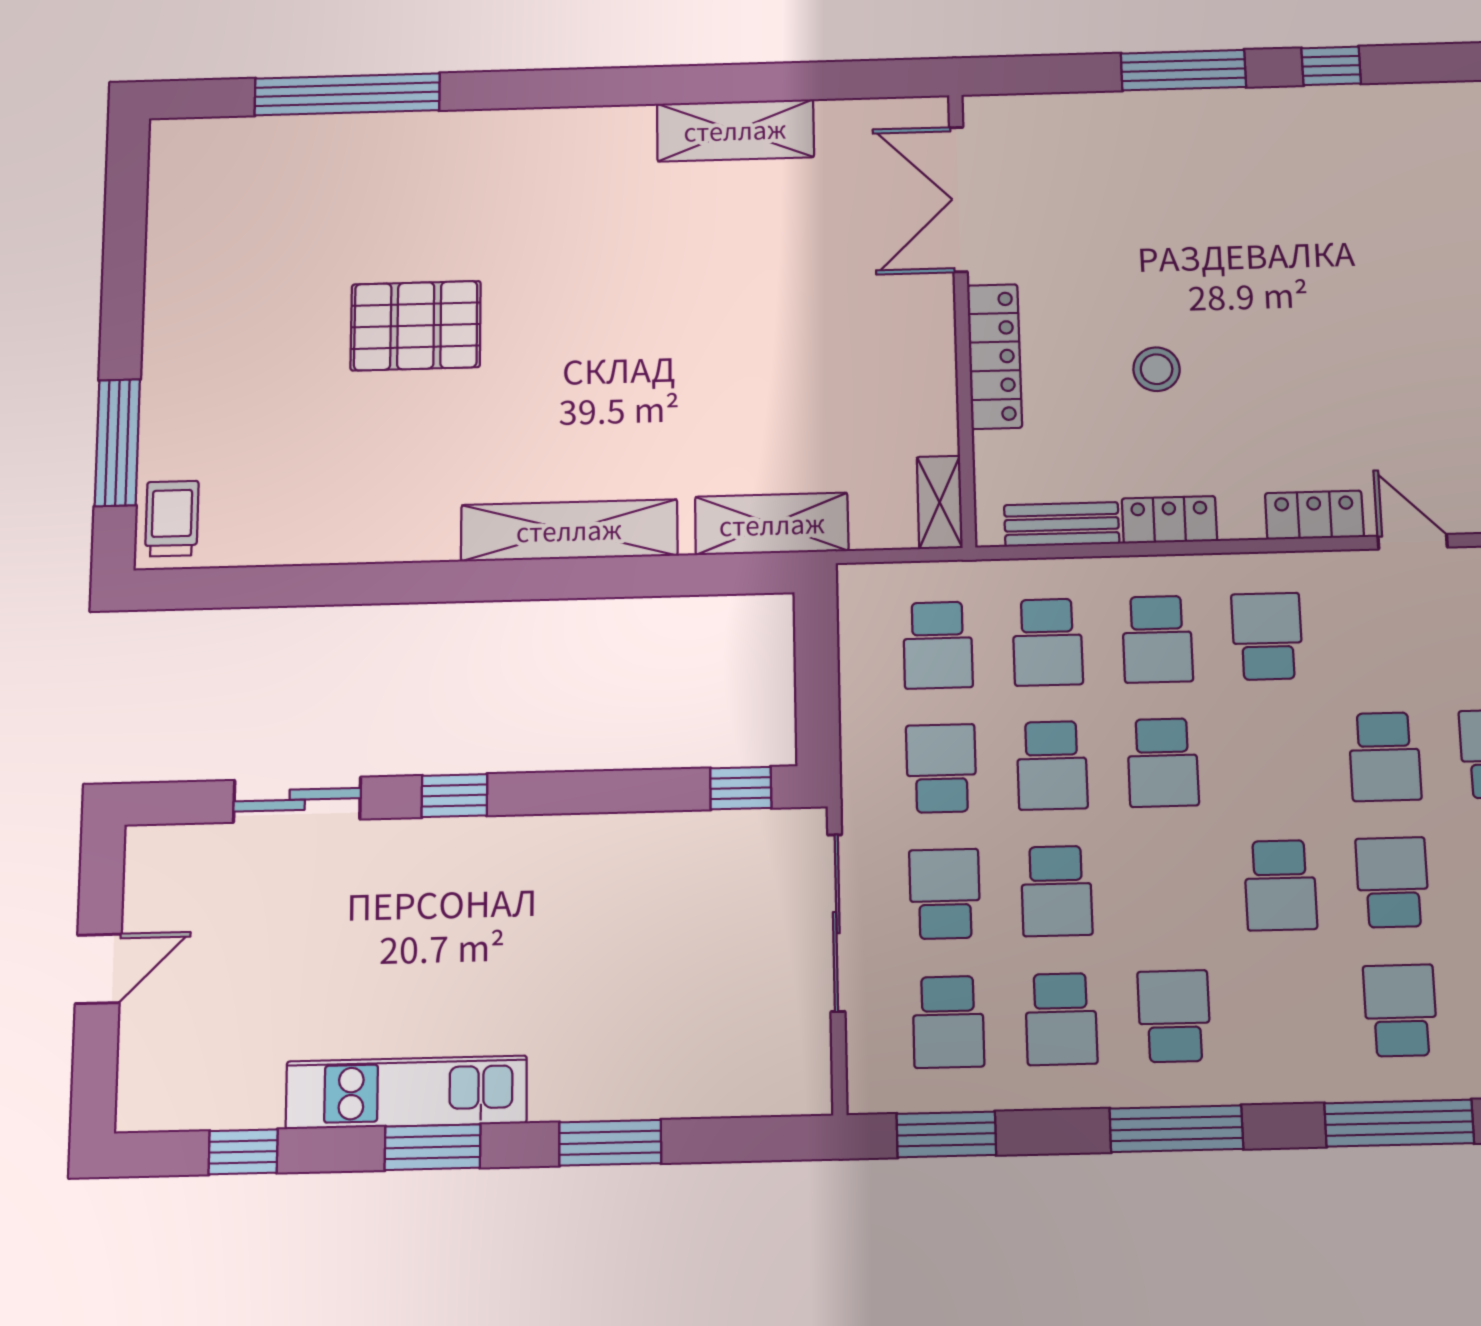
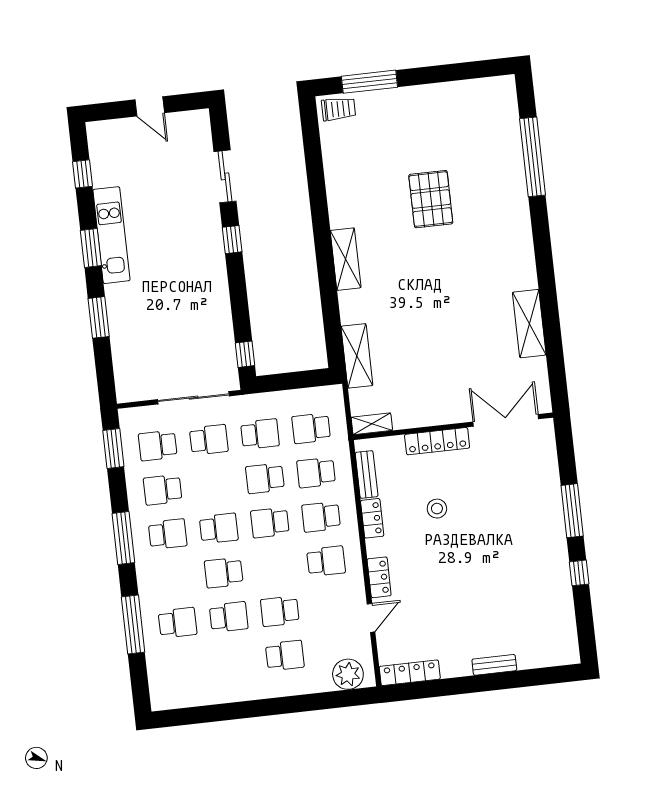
shelving: (569, 530) -> (346, 259), width x0.68
school desk: (1057, 891) -> (219, 528), moved, turned 180

